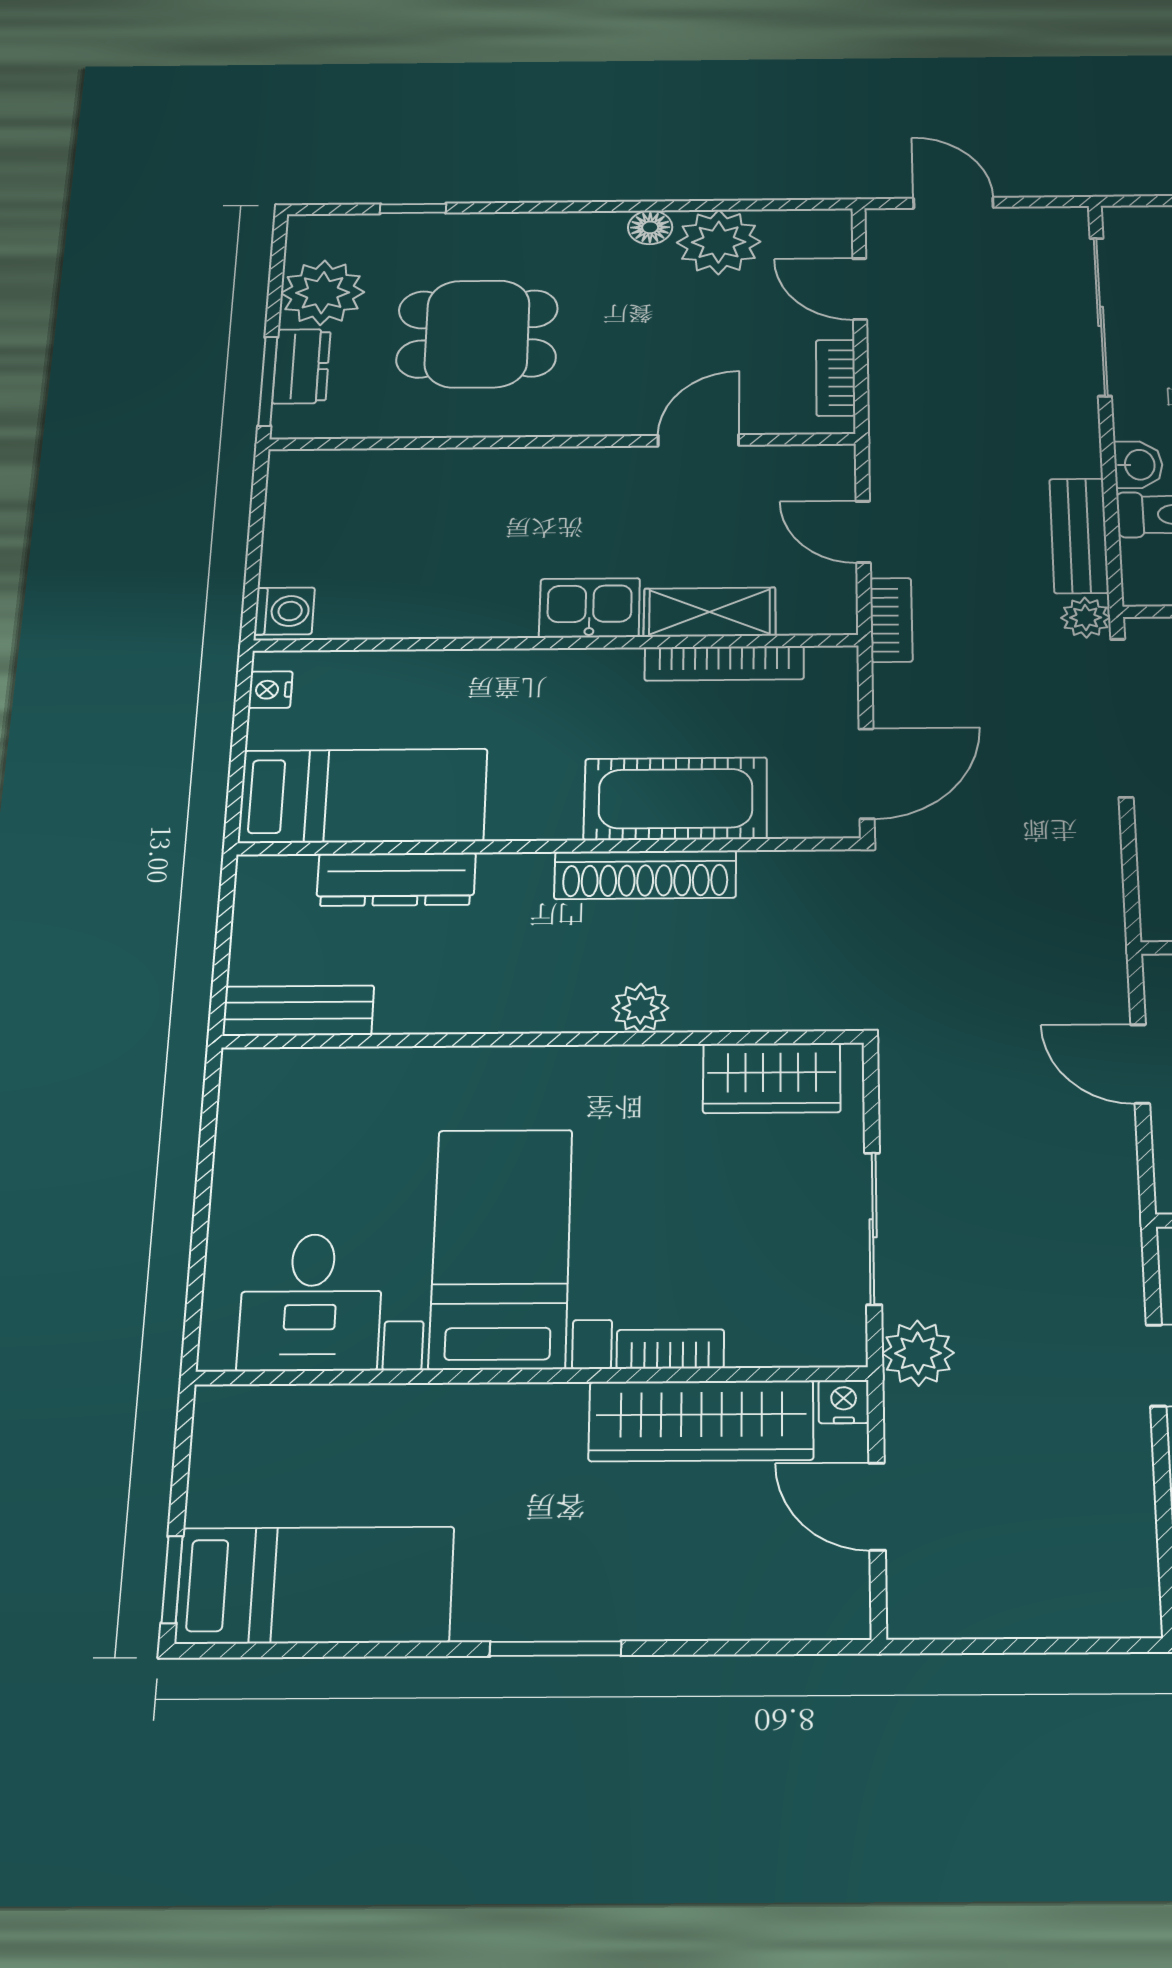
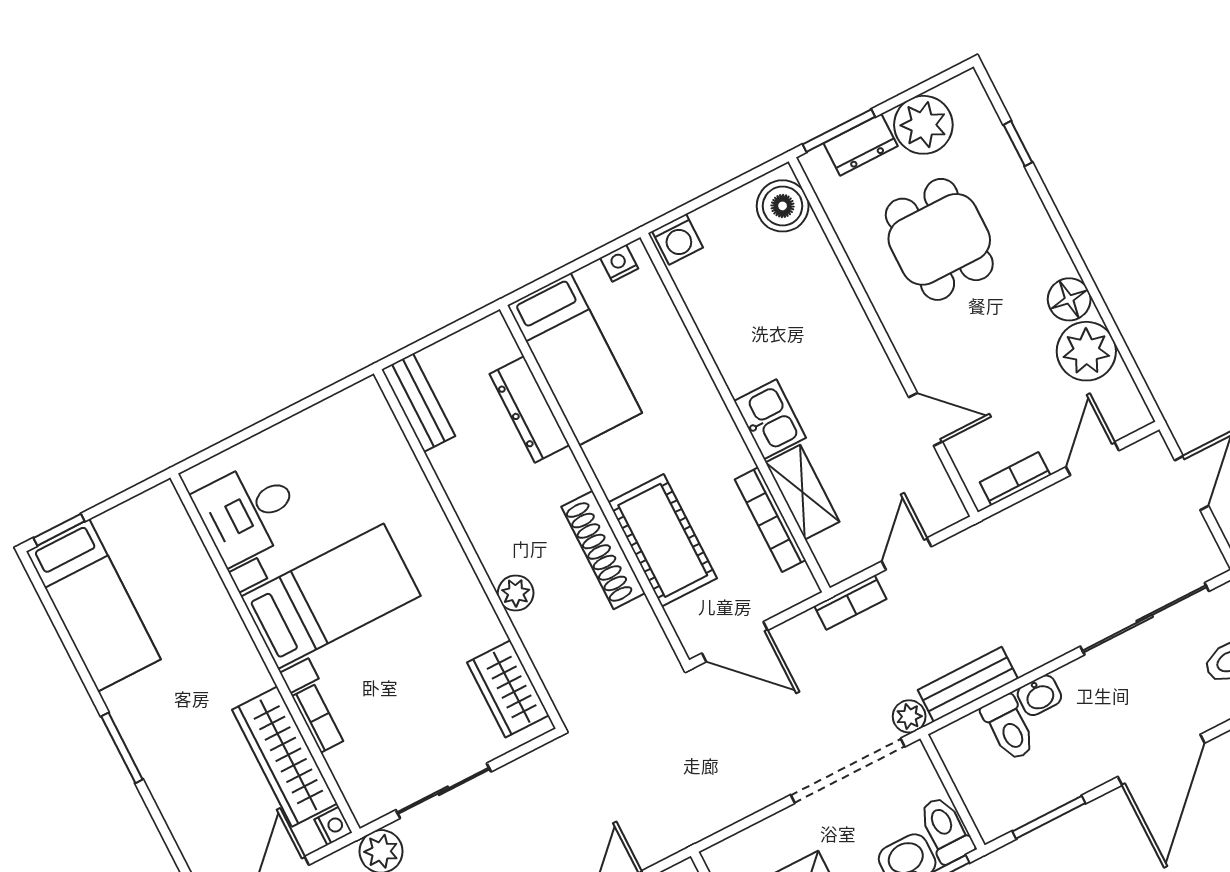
floor lamp: (650, 227) -> (1069, 299), width x1.37, depth x1.37
boiler: (321, 479) -> (783, 206), added

